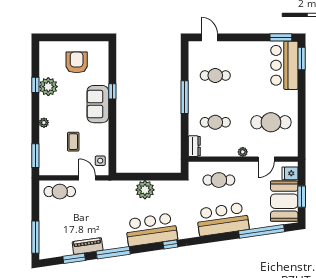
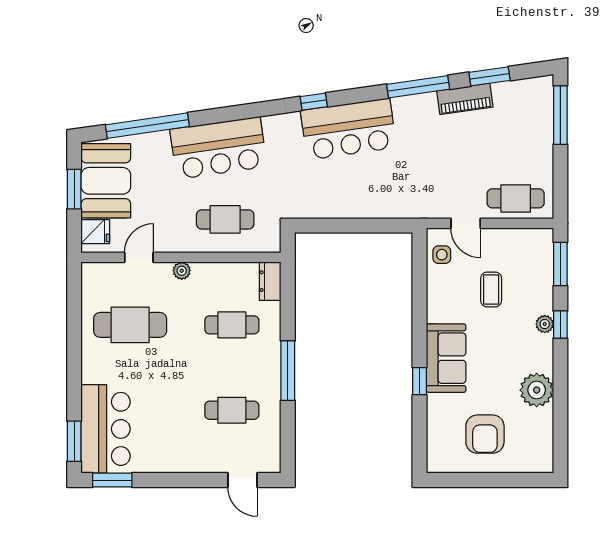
window: (35, 85) -> (560, 325), moved
plant: (145, 190) -> (360, 202), removed

